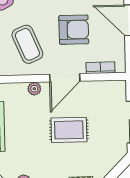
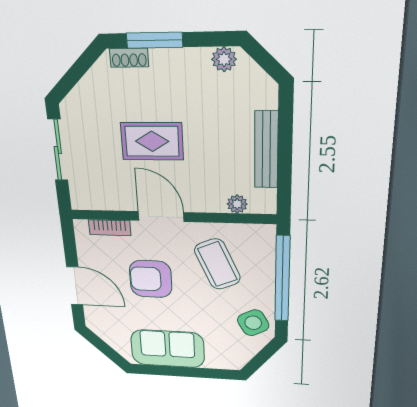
door: (65, 78) -> (161, 216), hinge flipped
plant: (34, 89) -> (237, 204), moved

